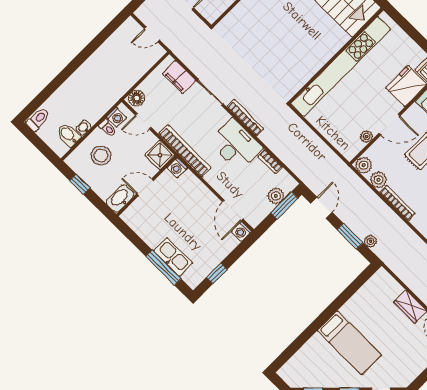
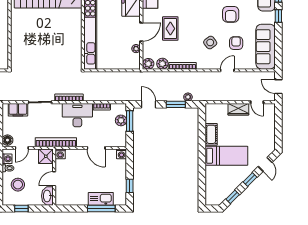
door: (233, 210) -> (96, 148), moved
cot: (356, 304) -> (211, 134), added

